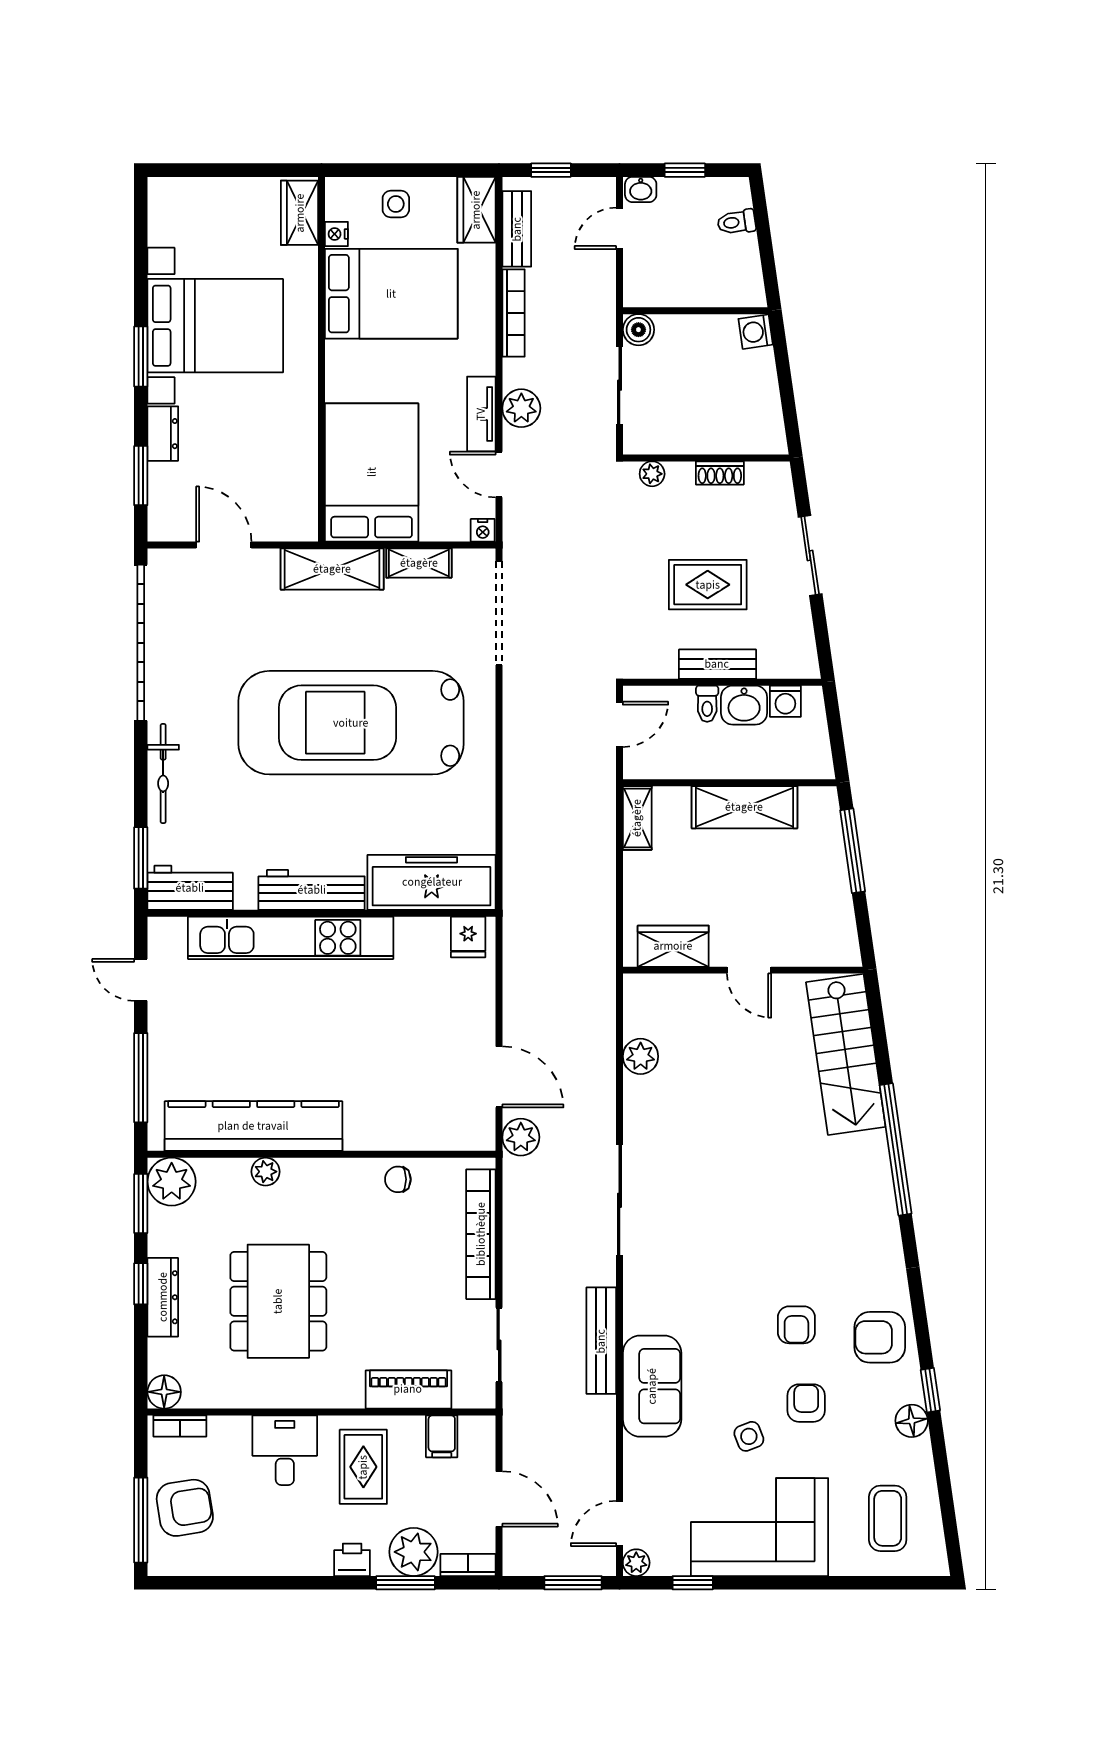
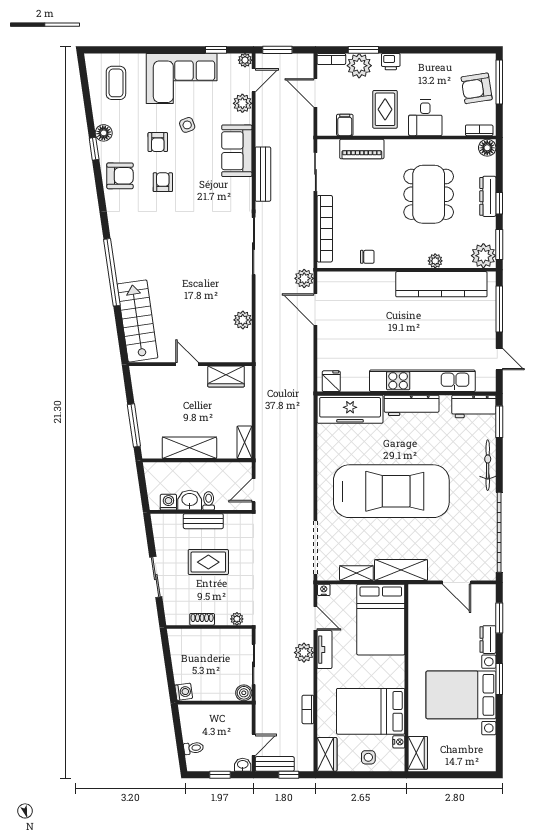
bench: (517, 229) -> (275, 764), moved, turned 90
bookcase: (513, 313) -> (308, 709), width x0.64
plant: (641, 1479) -> (242, 103), added

